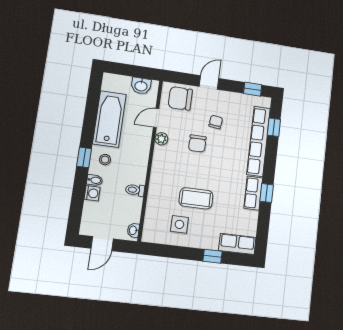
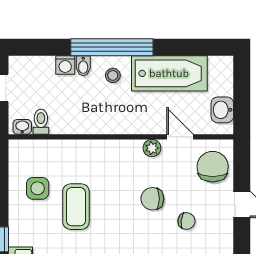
window: (84, 157) -> (112, 47), width x3.17
toilet: (135, 190) -> (41, 122), moved

